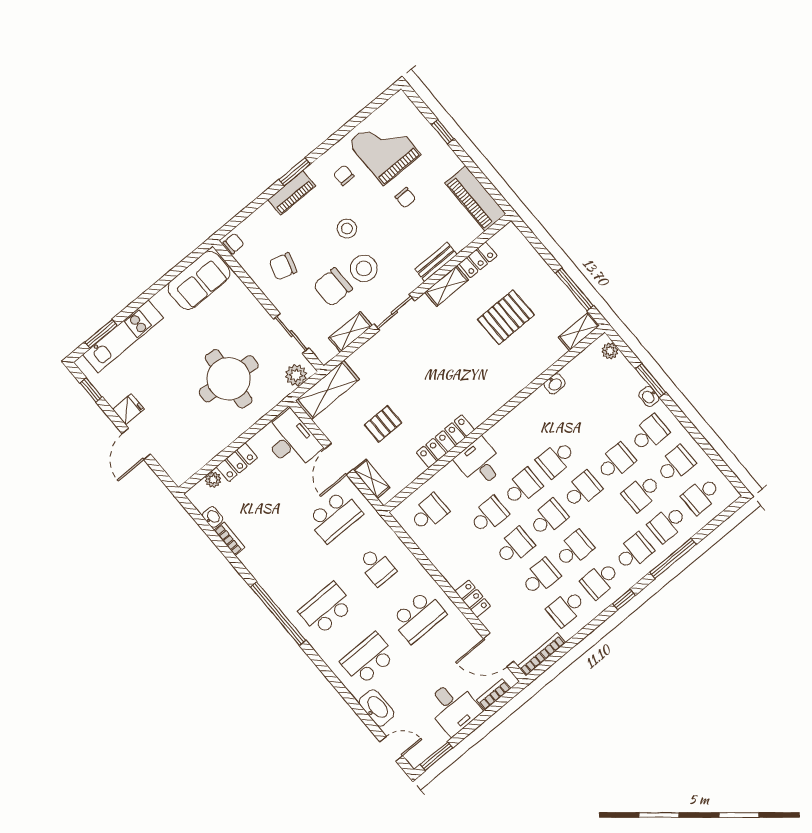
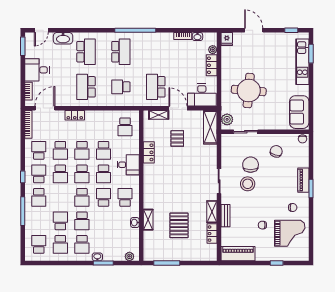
stool: (347, 229) -> (270, 191), removed
shelving: (579, 331) -> (148, 220), moved
shelving: (350, 332) -> (226, 156), removed
fridge: (128, 409) -> (227, 39), moved
locker: (445, 441) -> (149, 152), width x0.66
school desk: (668, 524) -> (125, 197), moved

